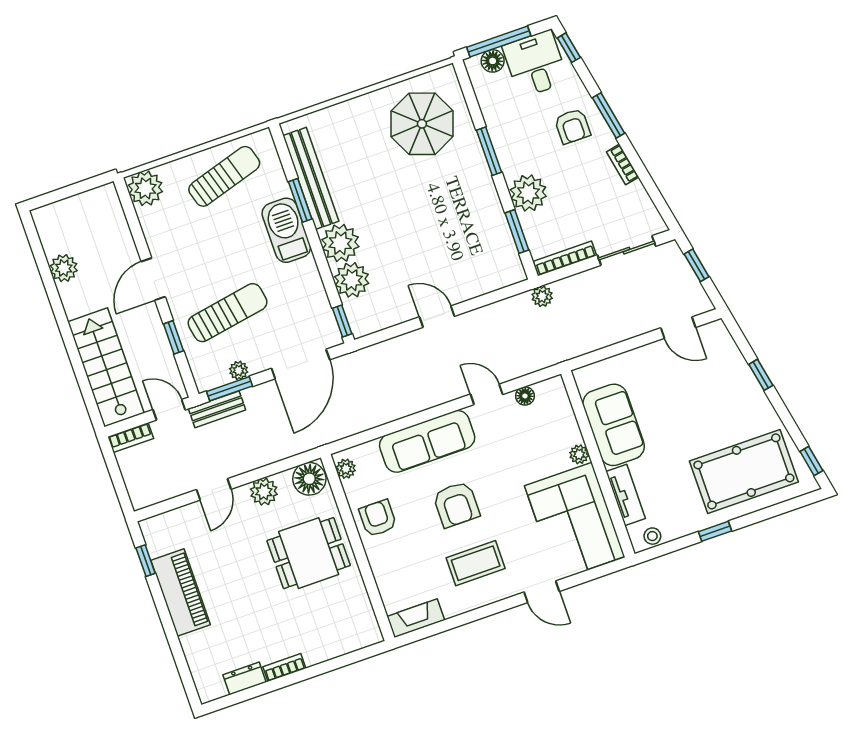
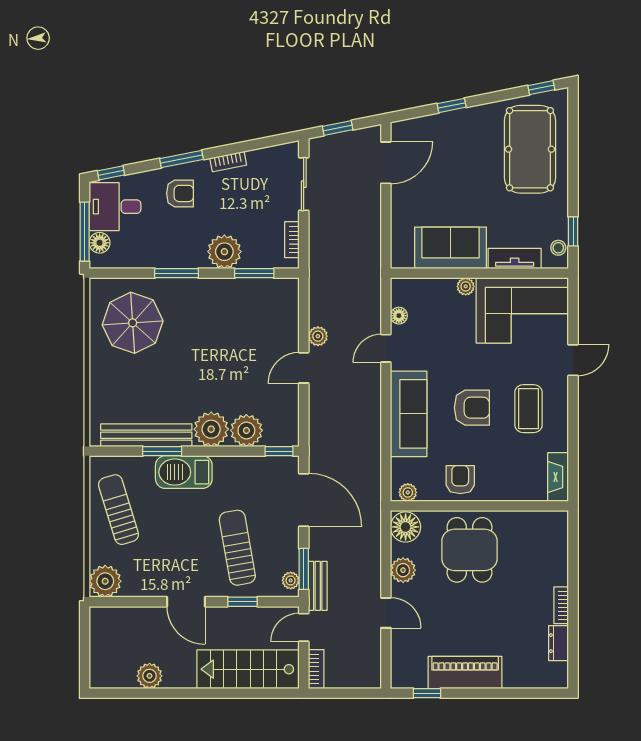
bookcase: (565, 258) -> (292, 240), width x0.64
plant: (542, 296) -> (318, 336), moved
door: (678, 328) -> (386, 163), width x1.38
plant: (239, 370) -> (291, 580), moved
armchair: (378, 518) -> (460, 480), turned 90
window: (715, 531) -> (573, 231), moved

